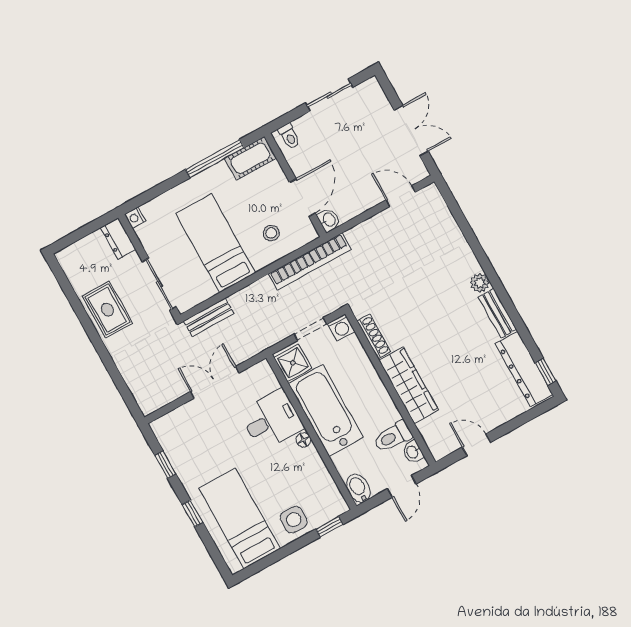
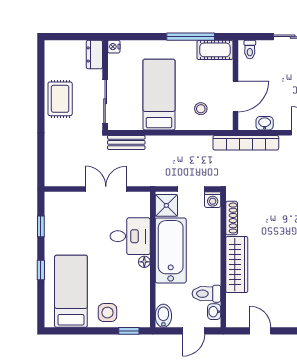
washbasin: (329, 220) -> (265, 123), moved, turned -90
bookcase: (310, 262) -> (246, 143), moved

